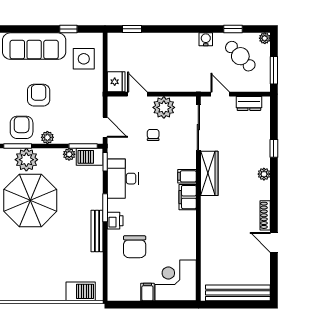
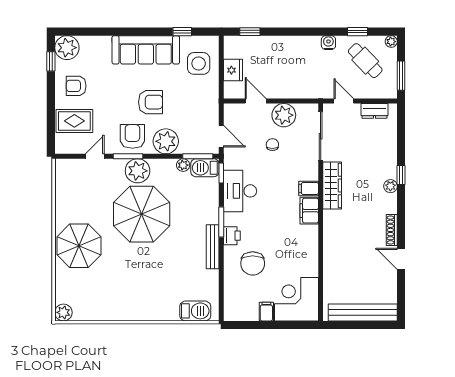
fridge: (116, 82) -> (233, 70), moved
armchair: (39, 95) -> (151, 102), turned 90
plant: (47, 137) -> (166, 141), width x1.88, depth x1.88
window: (274, 148) -> (401, 175), moved

